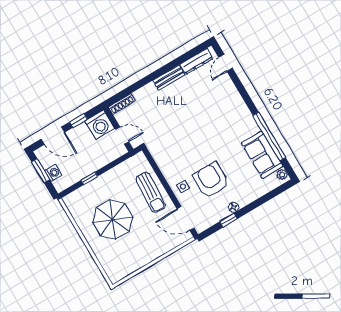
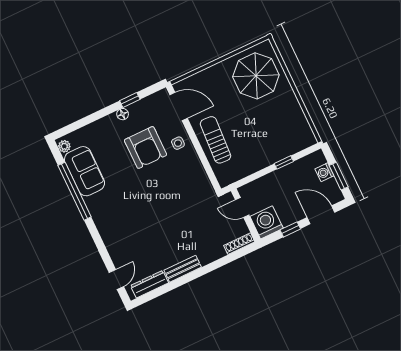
parasol: (113, 219) -> (256, 76), moved

